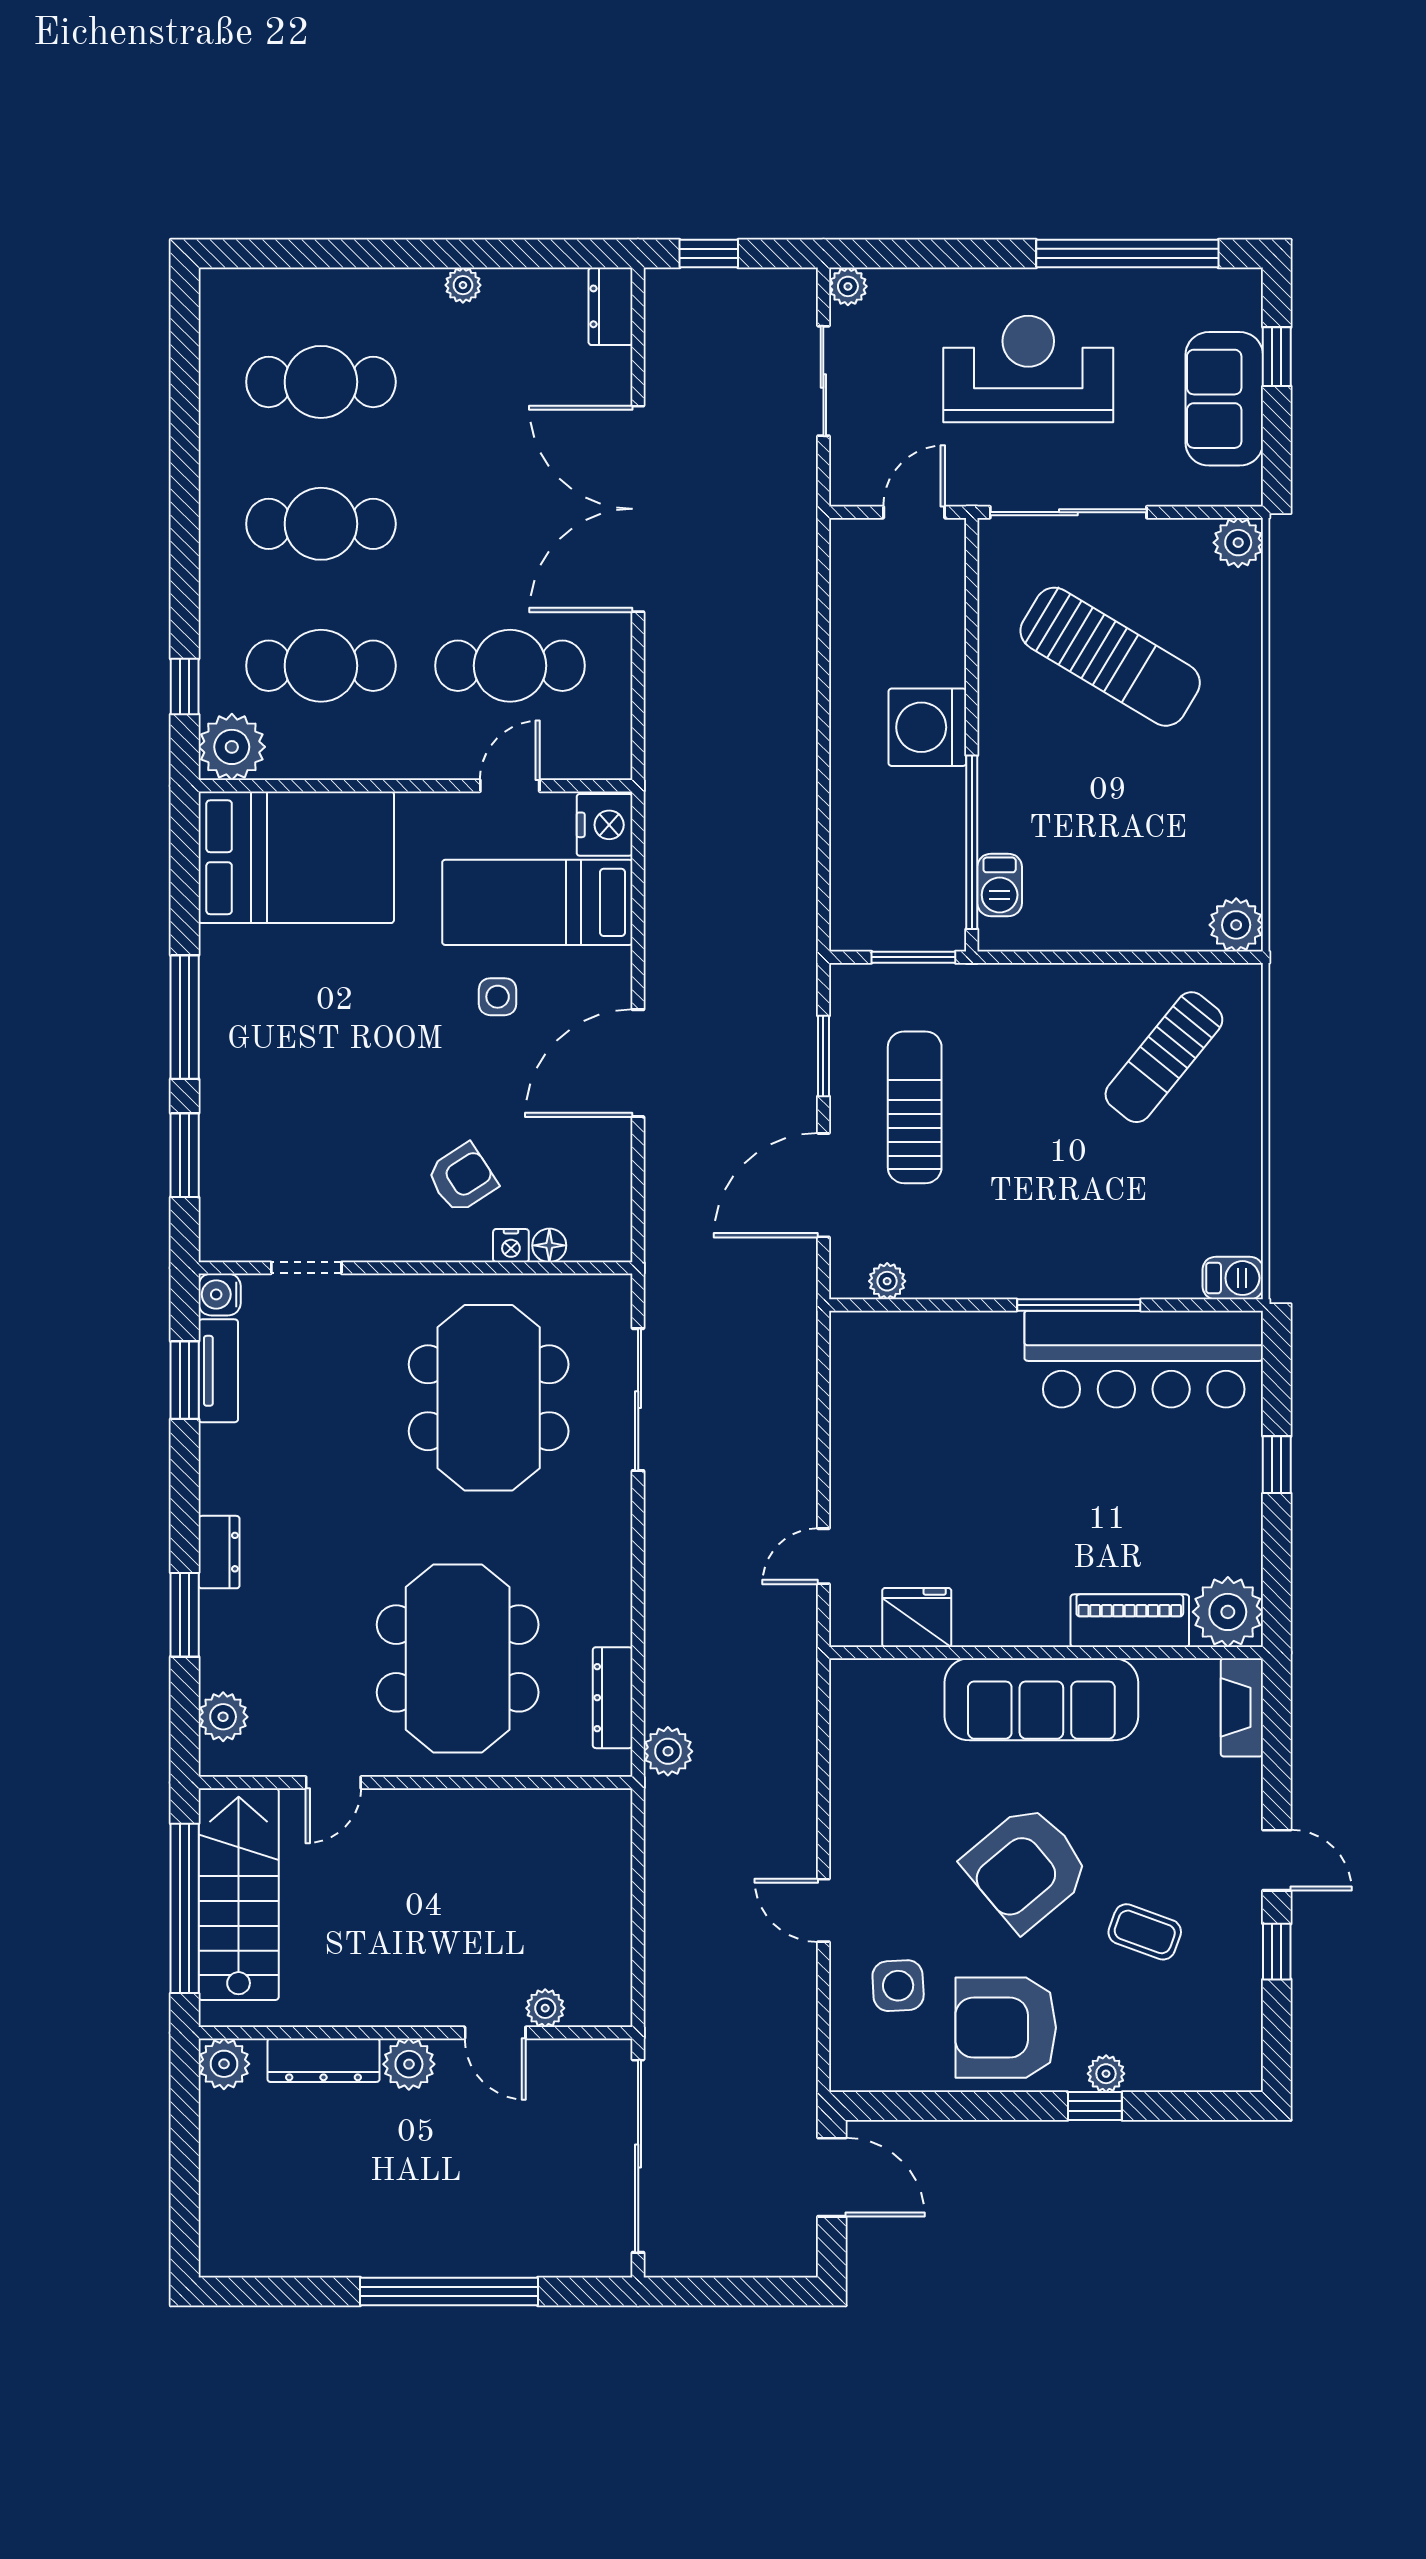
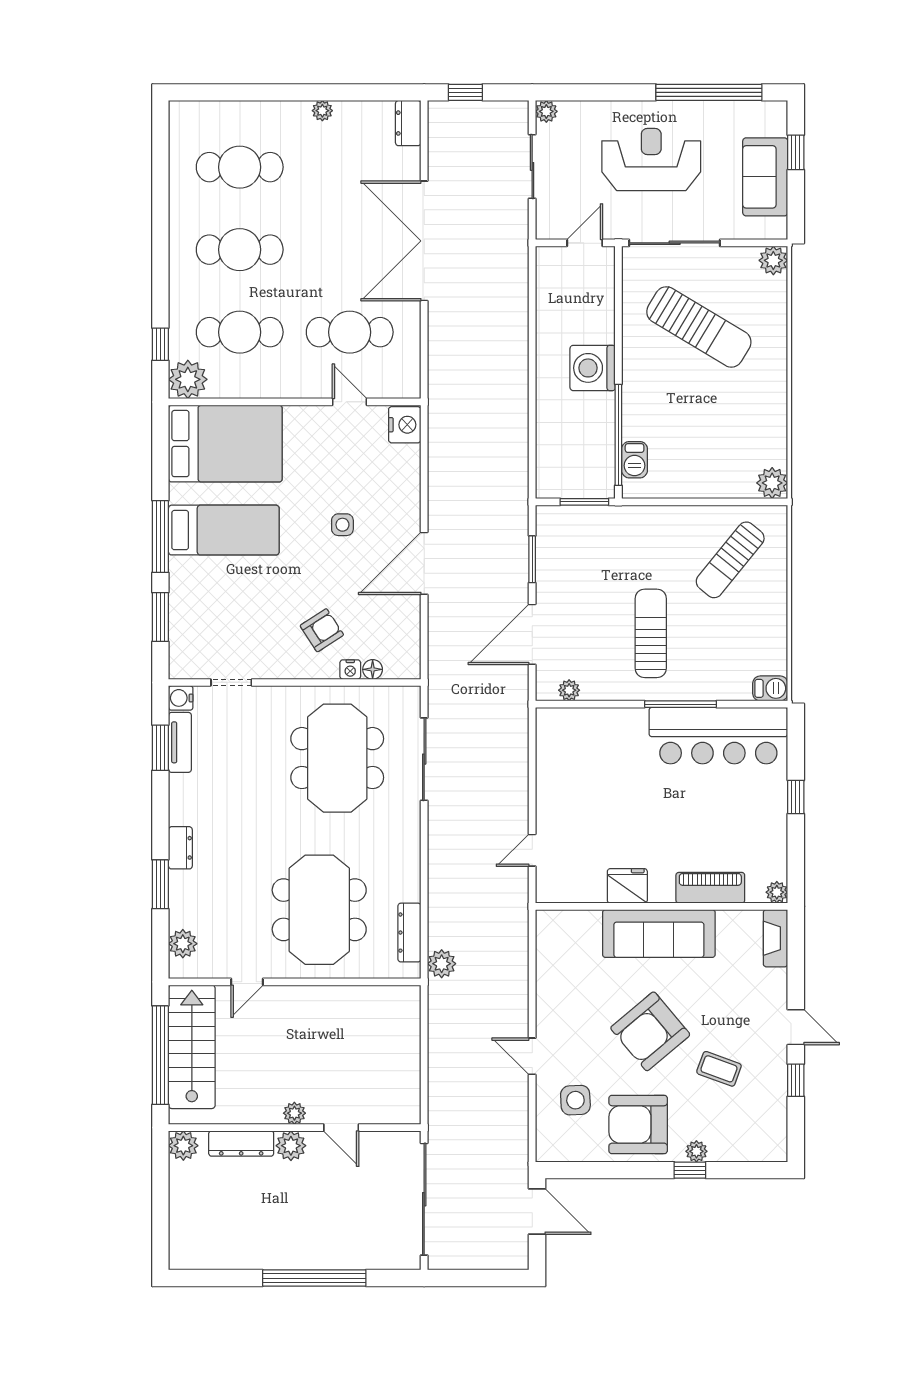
door: (510, 786) -> (350, 402), hinge flipped
bed: (537, 902) -> (224, 530), moved, turned 180
sun lounger: (915, 1107) -> (651, 633), moved
plant: (1228, 1612) -> (777, 892), width x0.53, depth x0.53
fridge: (917, 1617) -> (627, 886), moved
plant: (545, 2008) -> (294, 1113), moved

